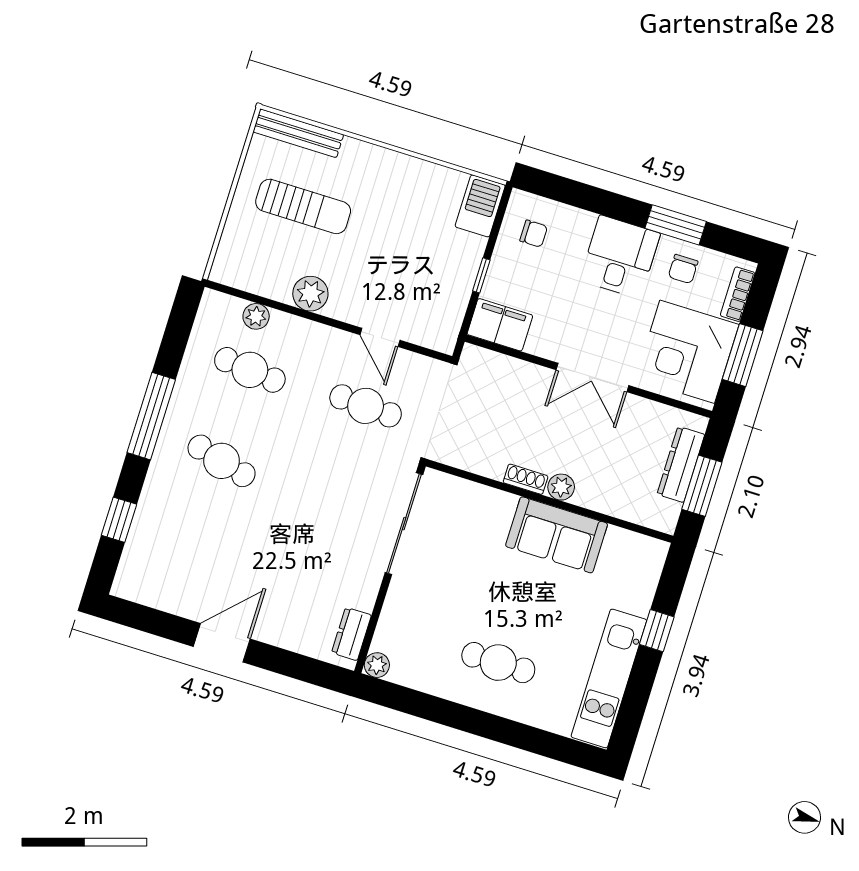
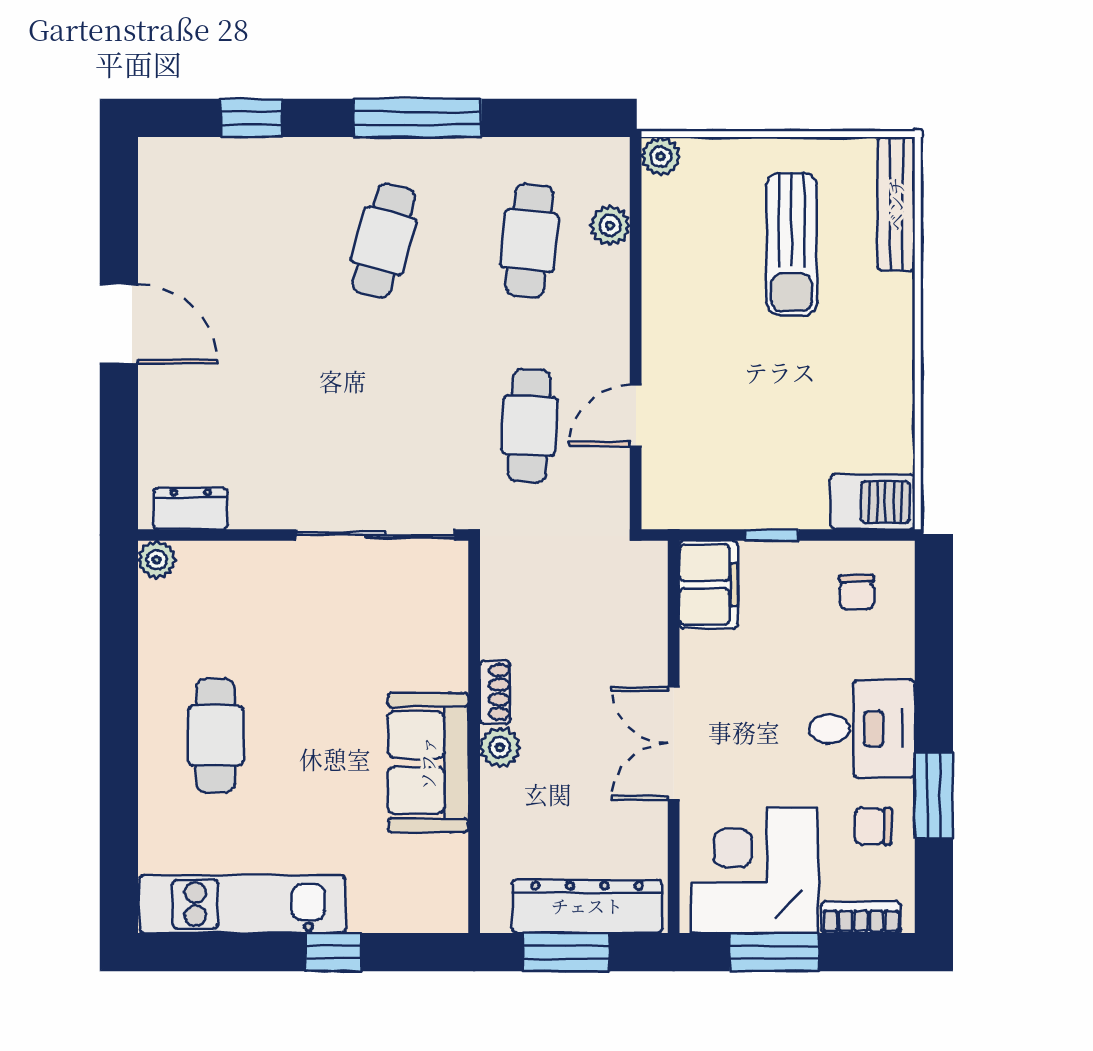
plant: (310, 294) -> (661, 156), moved, width x0.73, depth x0.73
dresser: (681, 464) -> (587, 906), width x1.37, depth x1.24

